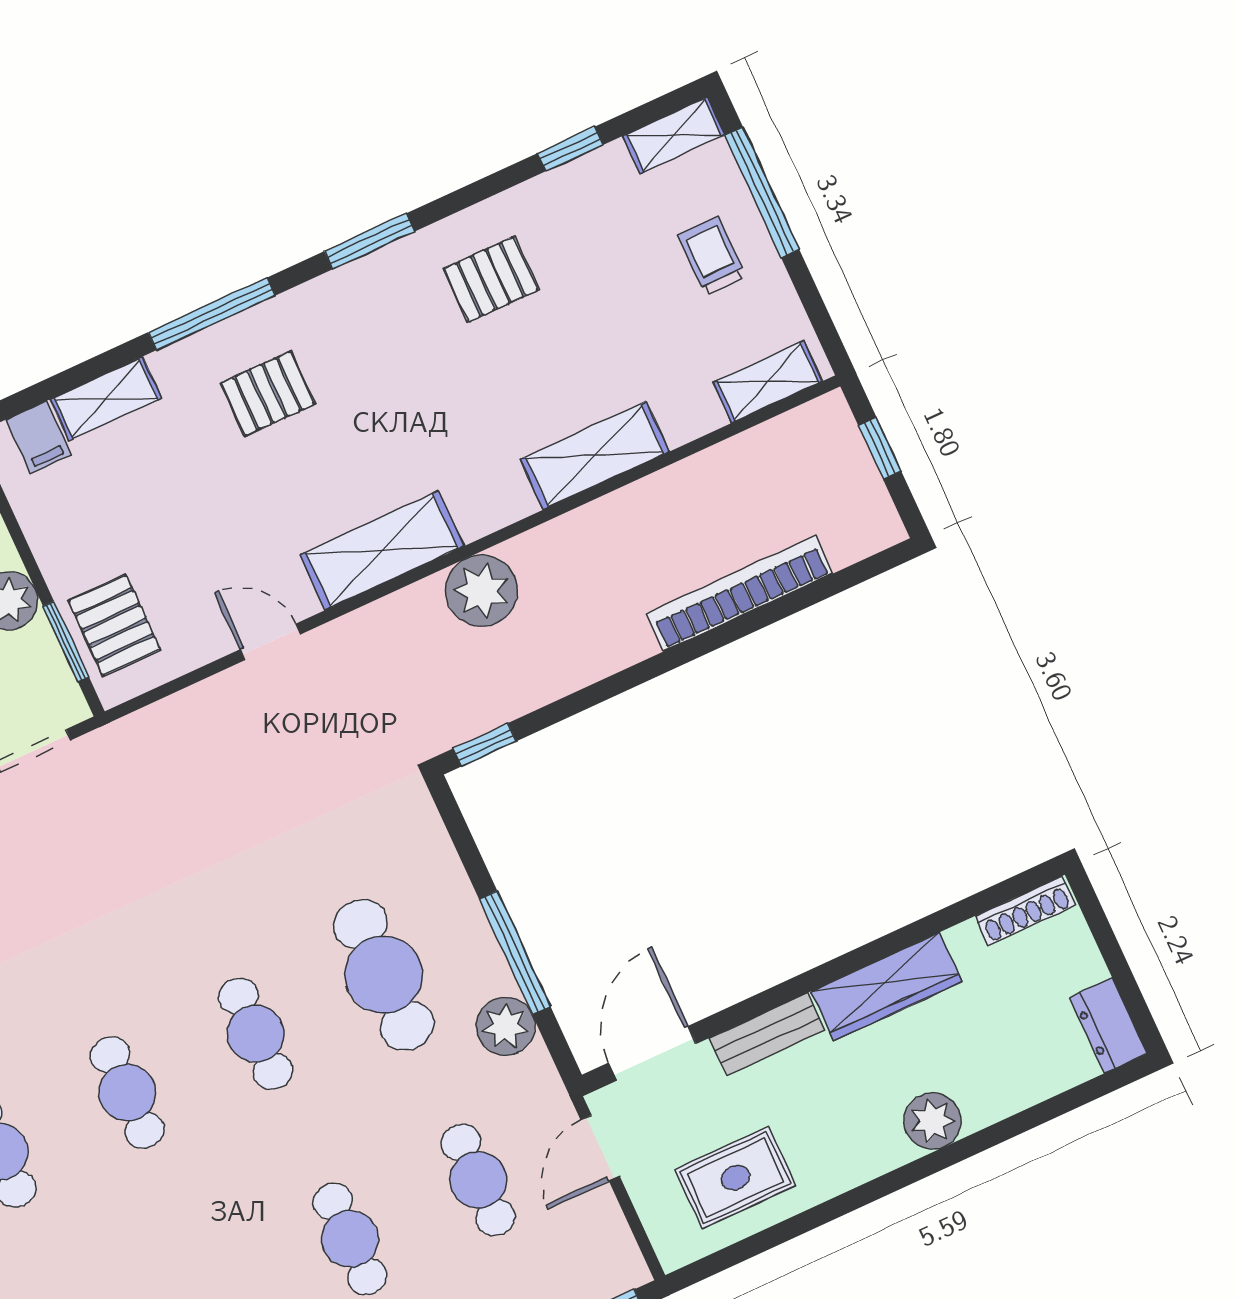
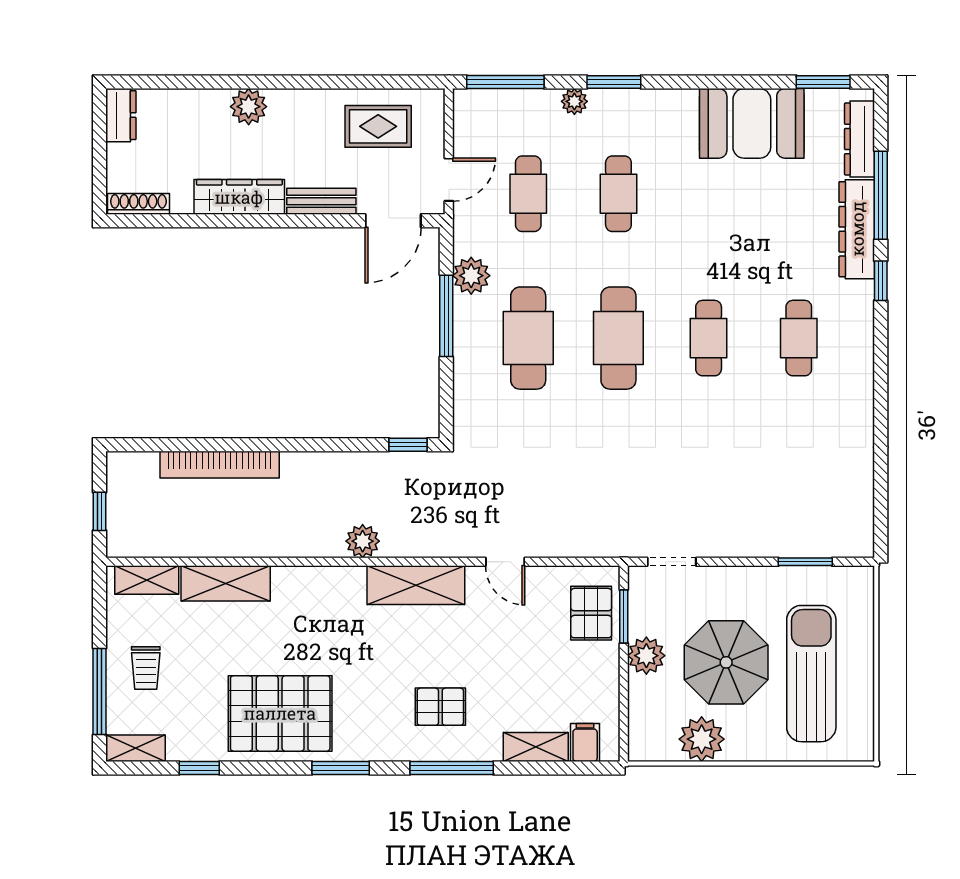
pallet: (491, 279) -> (280, 713), width x2.05, depth x2.00
shelving: (595, 455) -> (226, 583), moved
plant: (482, 591) -> (363, 541), width x0.73, depth x0.73
cafe table: (256, 1034) -> (618, 338), width x1.37, depth x1.35

